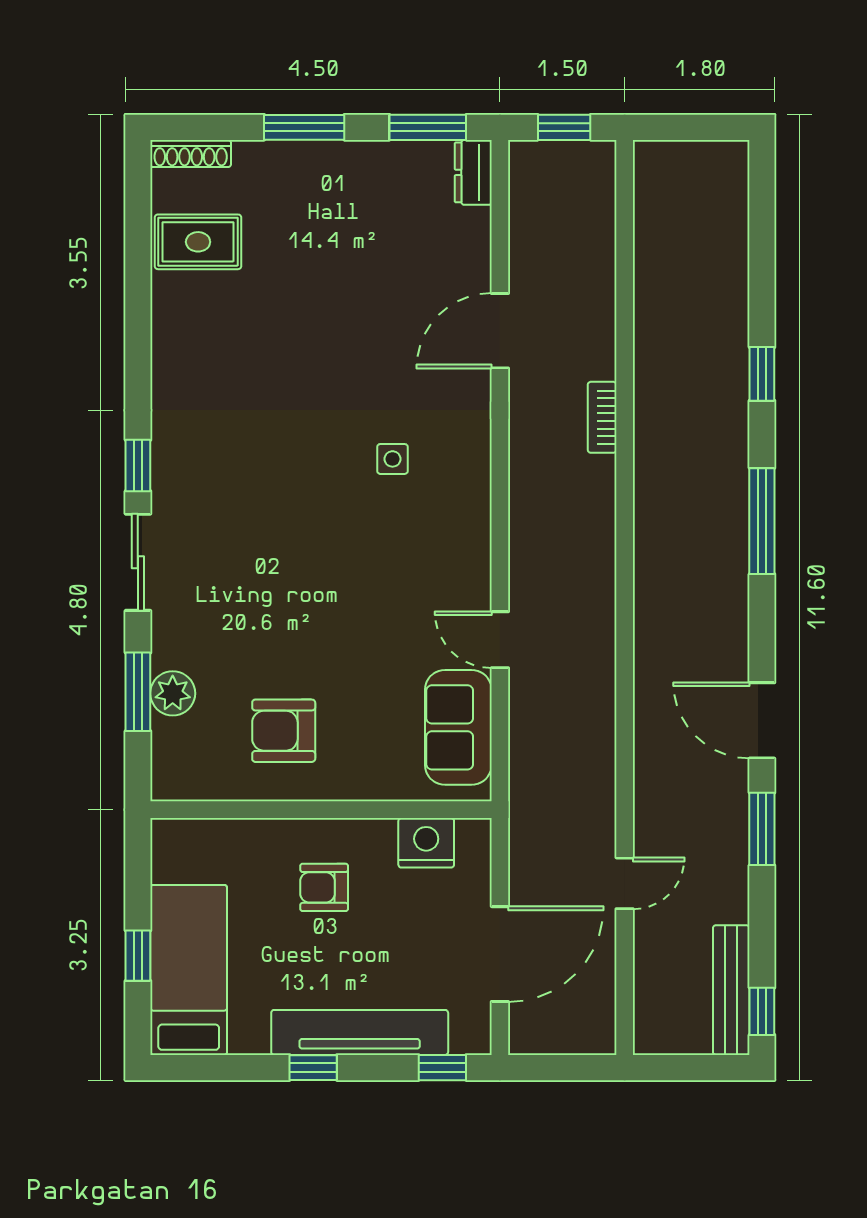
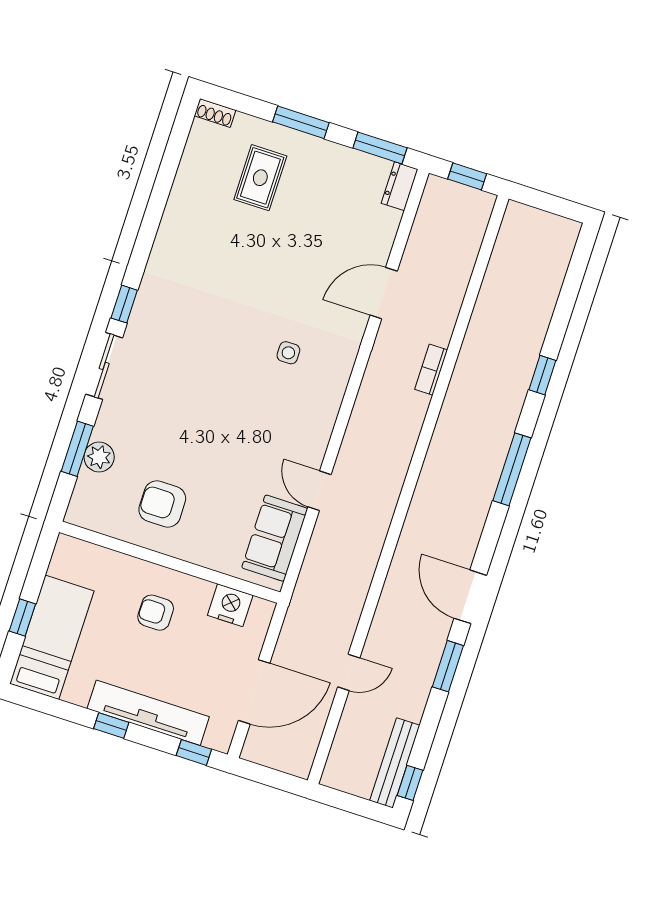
shoe rack: (191, 153) -> (215, 113), width x0.70
rug: (198, 242) -> (260, 178), moved, turned 90

